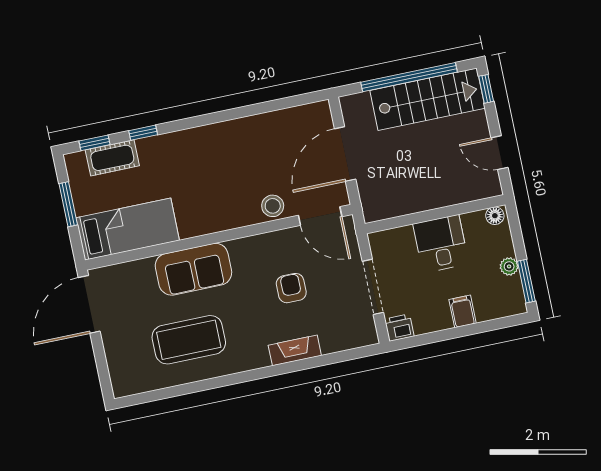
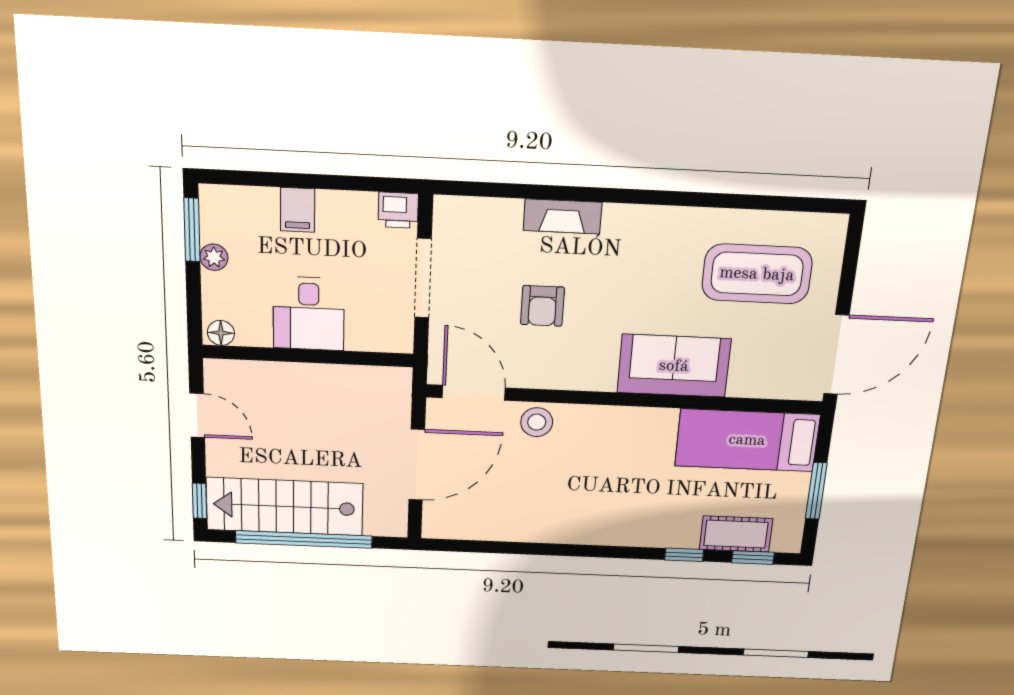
coffee table: (189, 340) -> (757, 274), moved

